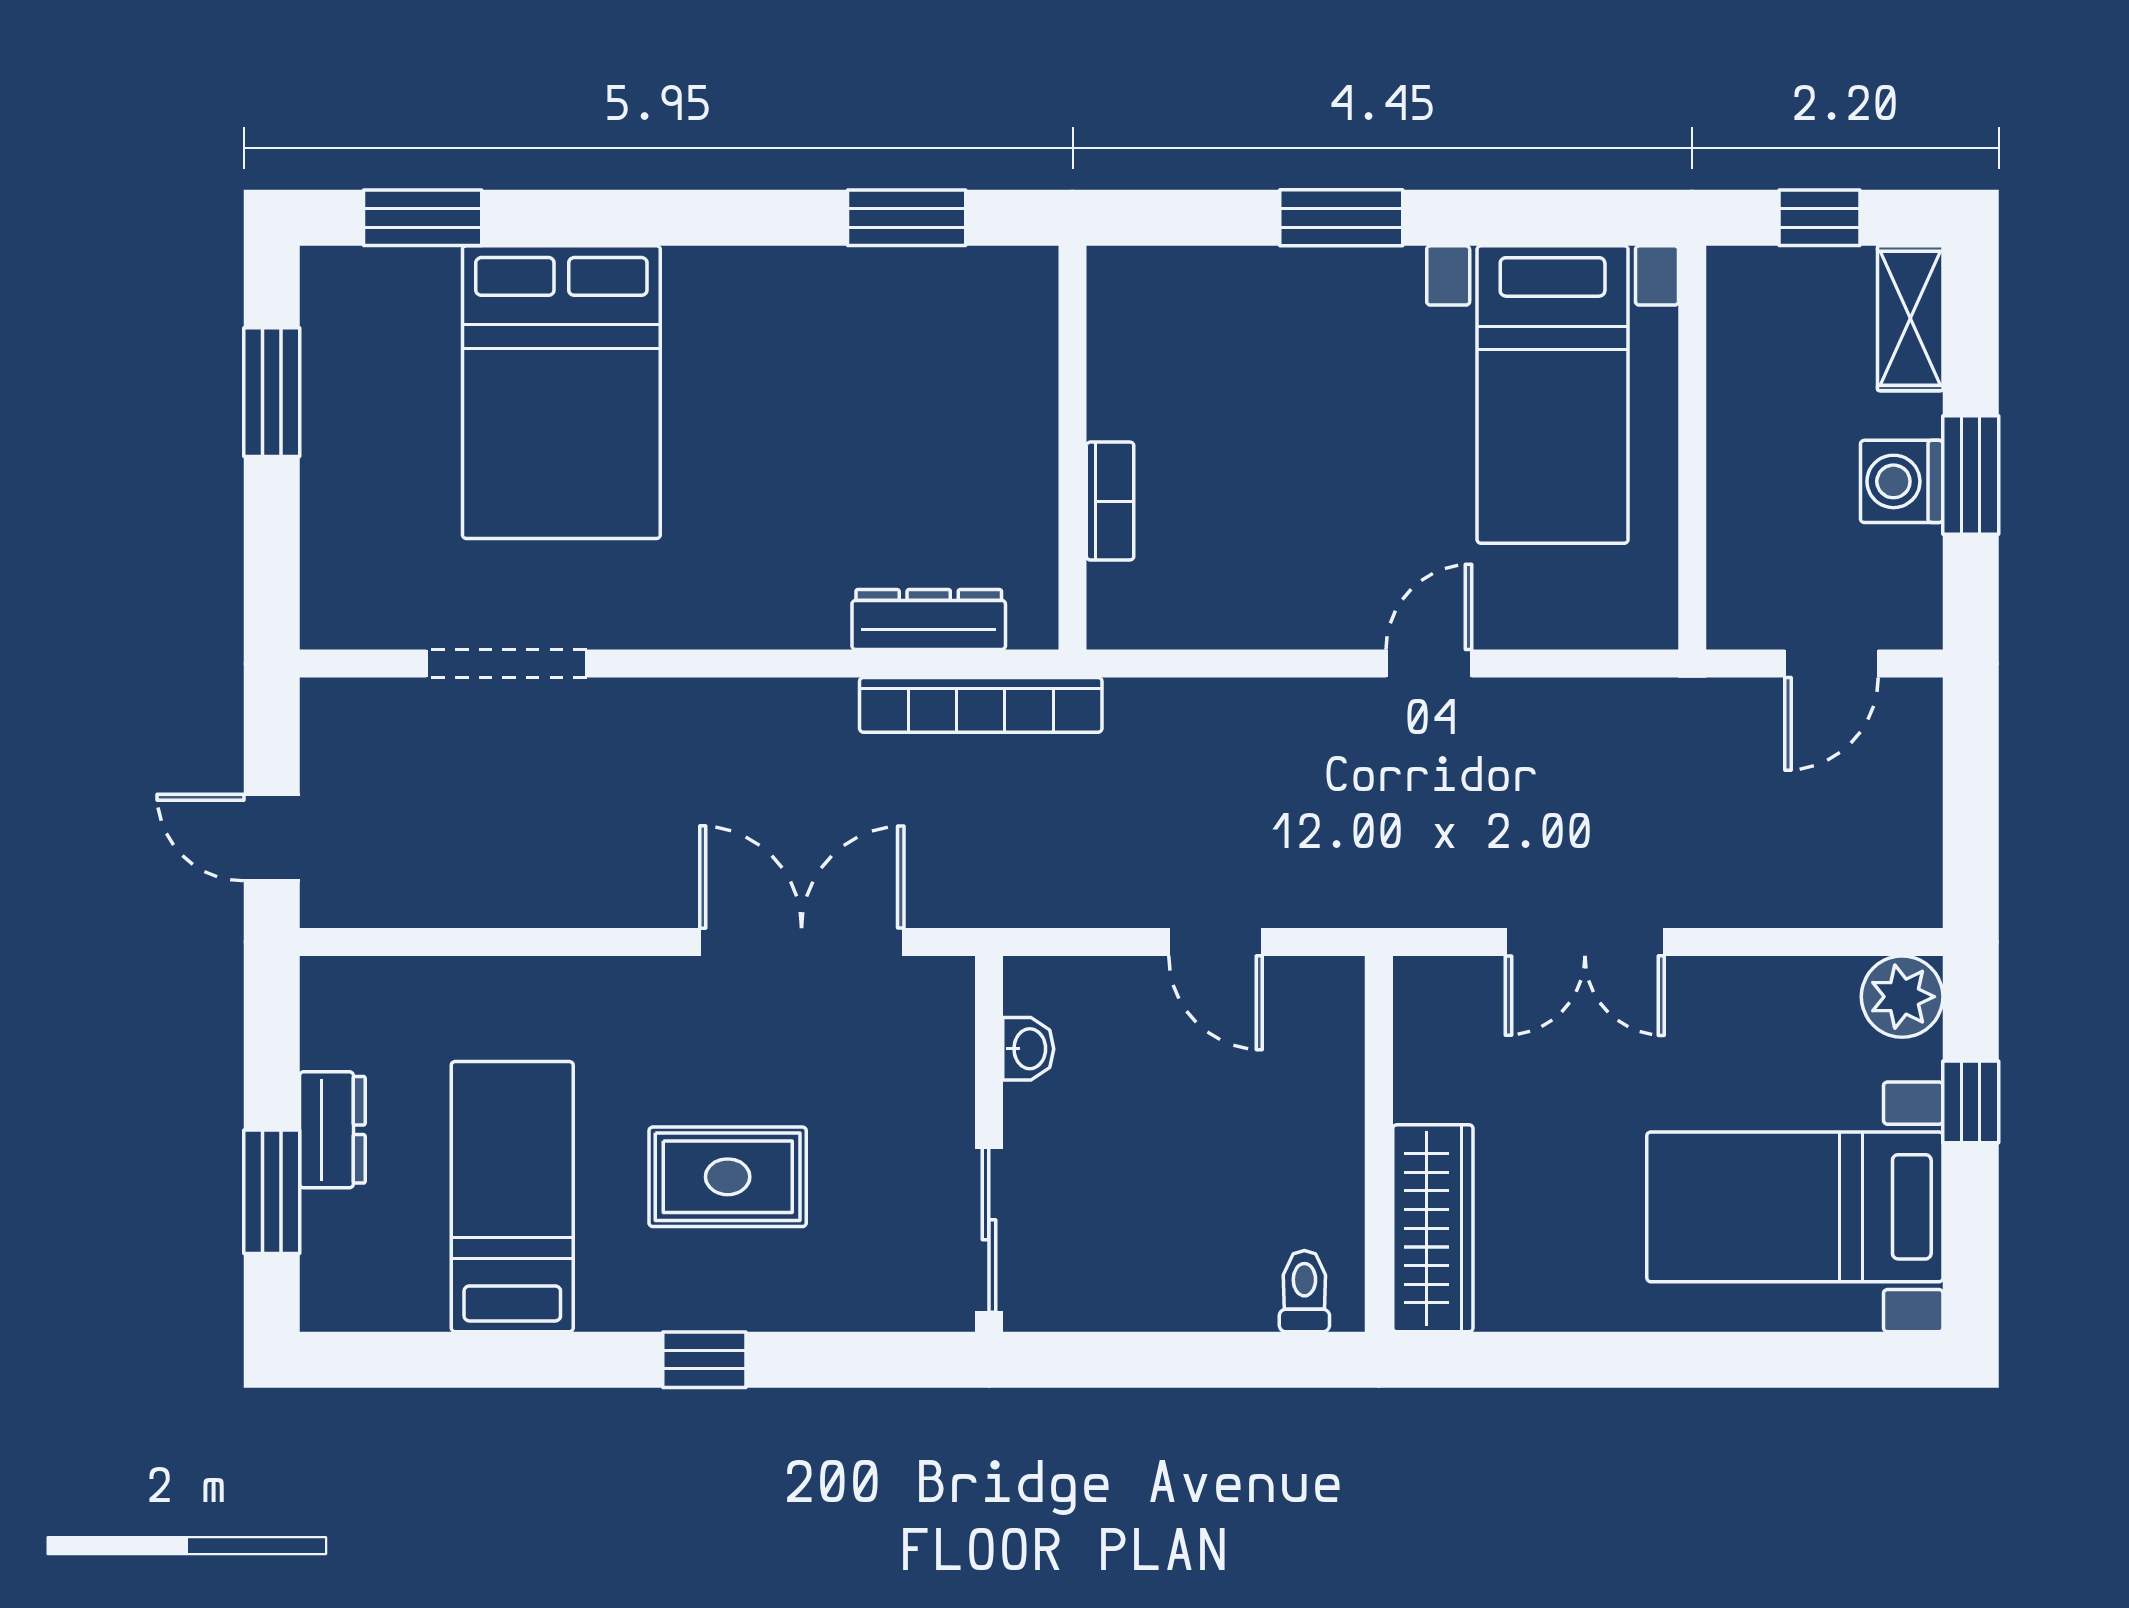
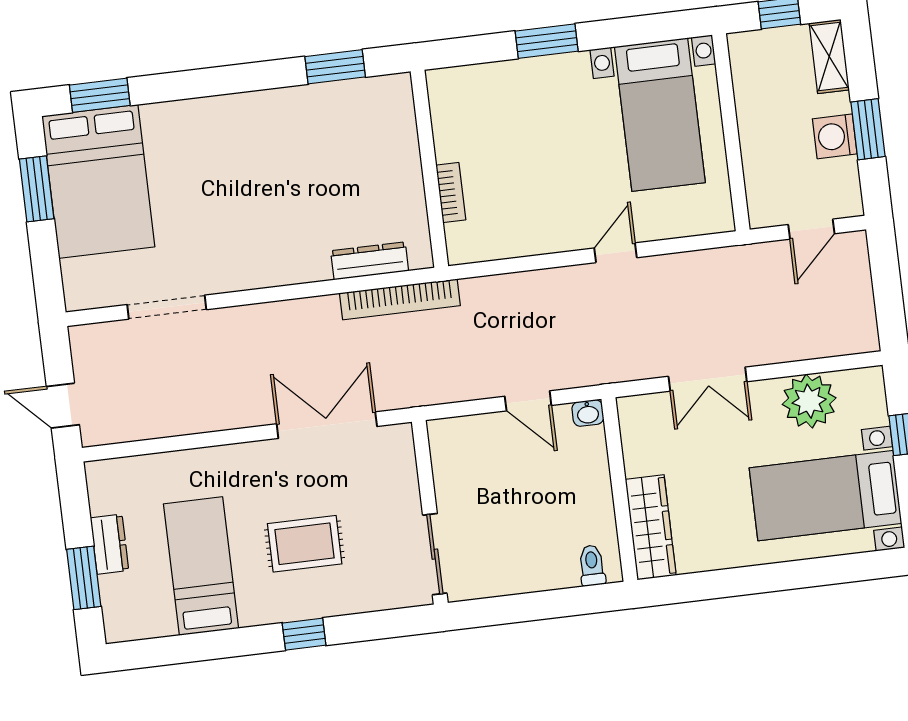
bed: (561, 392) -> (98, 181), moved
plant: (1902, 997) -> (809, 401), moved, width x1.36, depth x1.36
washbasin: (1028, 1049) -> (588, 413), moved, turned 90

